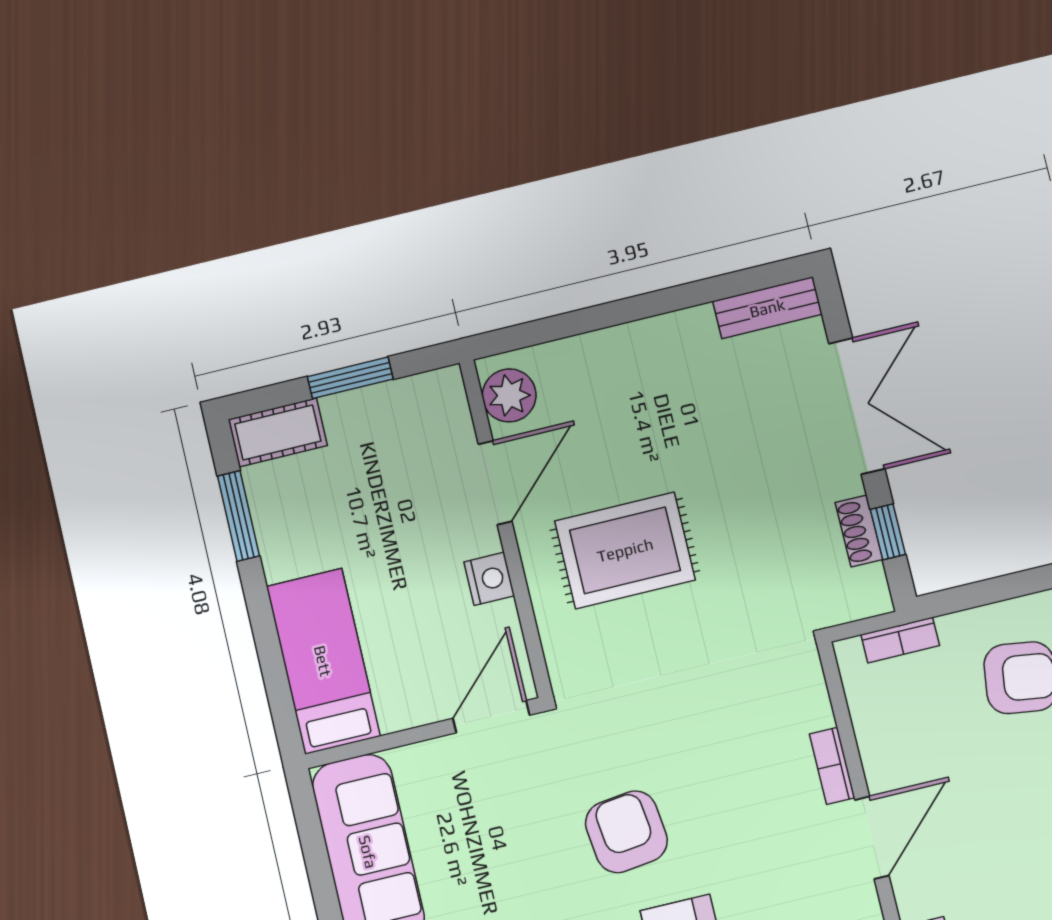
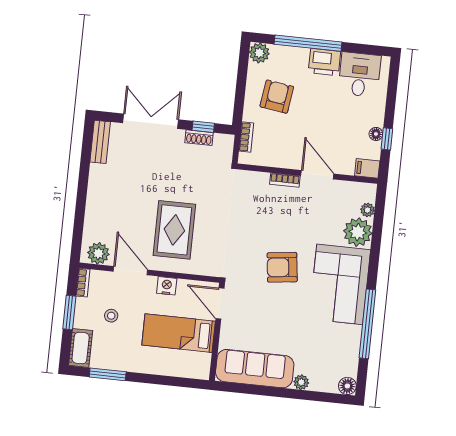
bookcase: (430, 384) -> (83, 283), added
stool: (376, 476) -> (111, 316), added
bed: (323, 661) -> (179, 333), moved

